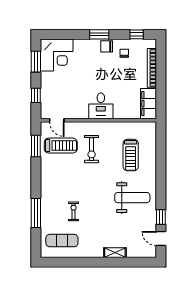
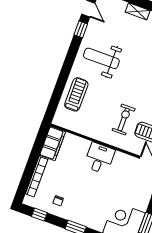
chair: (107, 46) -> (73, 213), removed
treadmill: (131, 155) -> (76, 94), moved

